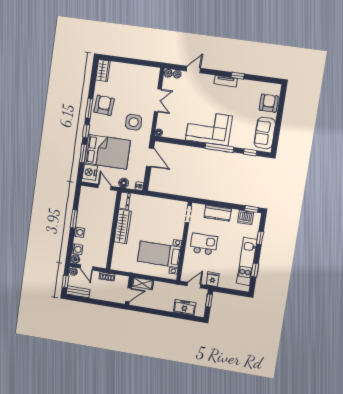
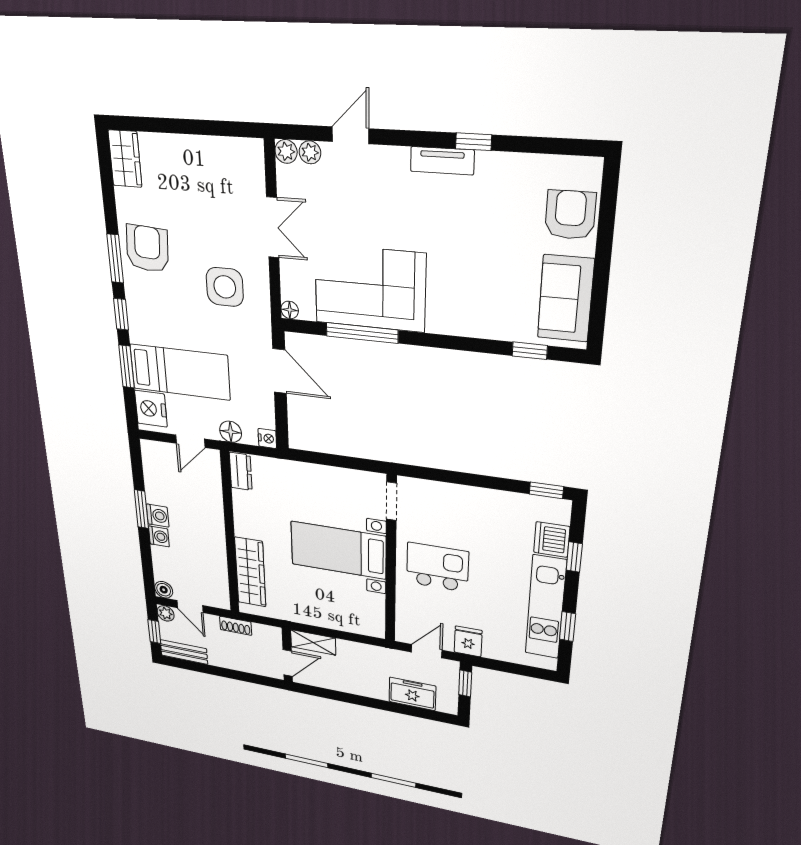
corner sofa: (209, 128) -> (370, 288), moved
window: (219, 148) -> (362, 333), moved
bed: (107, 152) -> (180, 372), width x0.67
door: (105, 187) -> (190, 441), swing flipped
kitchen counter: (218, 213) -> (462, 499), removed
dishwasher: (246, 217) -> (552, 540), moved, turned 90
wardrobe: (123, 227) -> (250, 572), moved
washing machine: (77, 249) -> (158, 516), moved
bed with nightstands: (159, 254) -> (338, 550), moved

